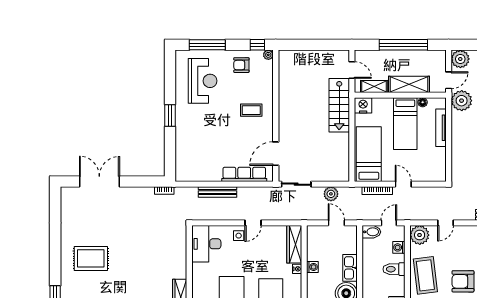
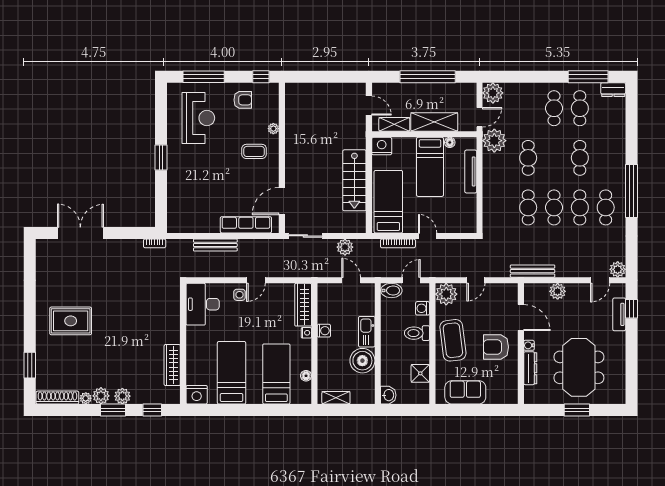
plant: (268, 55) -> (273, 129), moved
armchair: (241, 65) -> (243, 100), turned 180
stairs: (339, 105) -> (354, 180), moved

